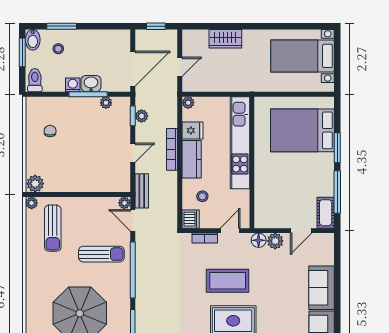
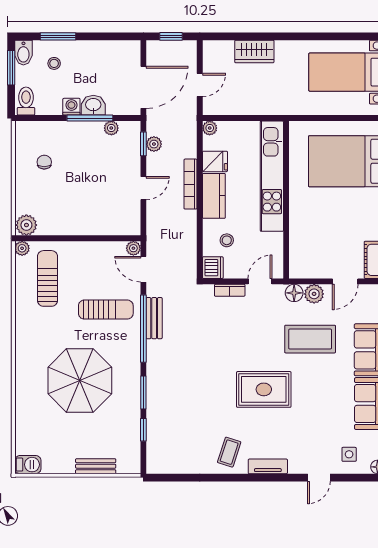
bench: (142, 191) -> (154, 318), moved
sun lounger: (53, 228) -> (47, 278), turned 180
coffee table: (228, 281) -> (310, 339), moved

